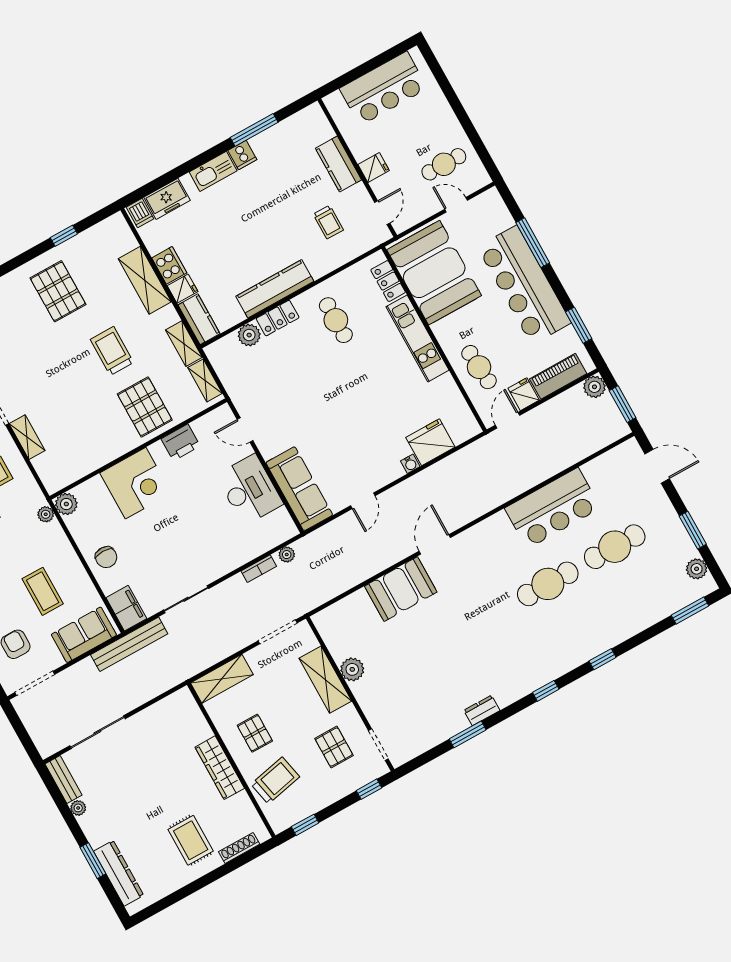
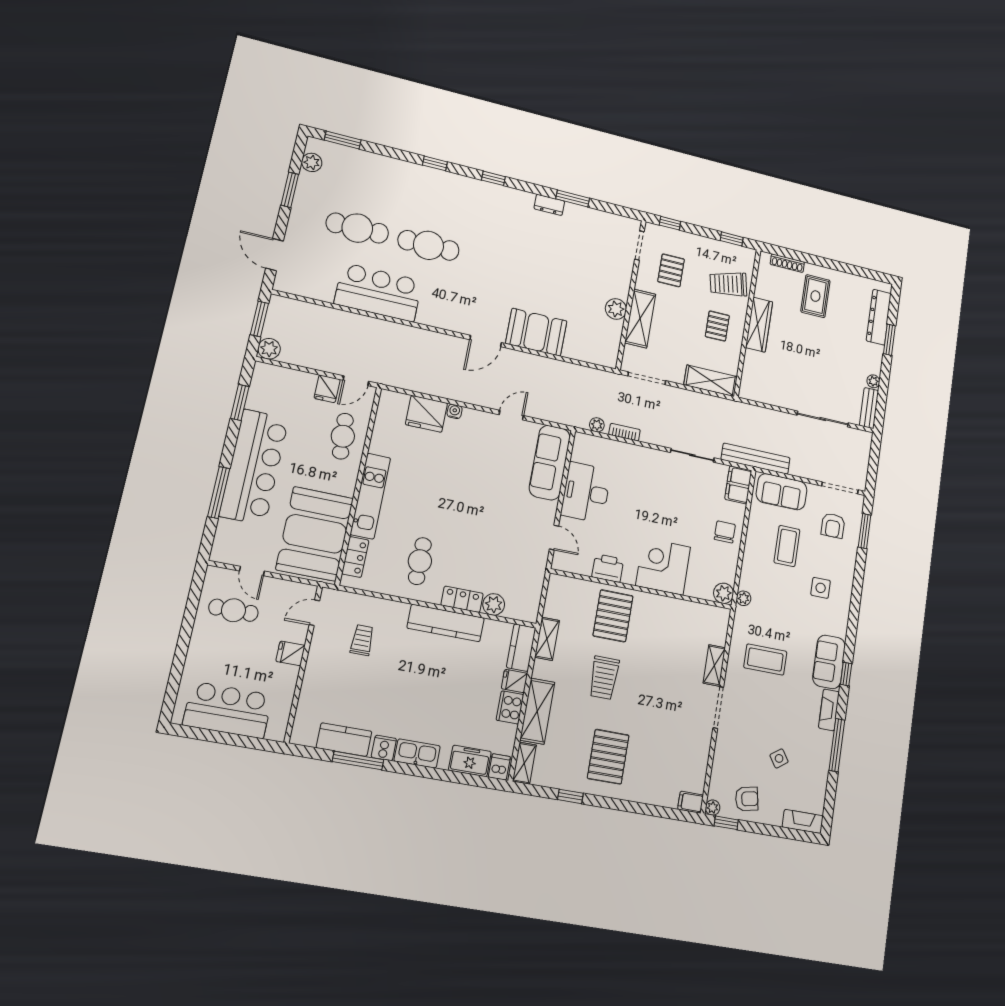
kitchen counter: (338, 164) -> (344, 740), moved, turned -90
piano: (558, 376) -> (289, 379), removed
shelving: (205, 380) -> (524, 763), moved

